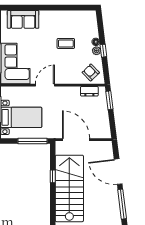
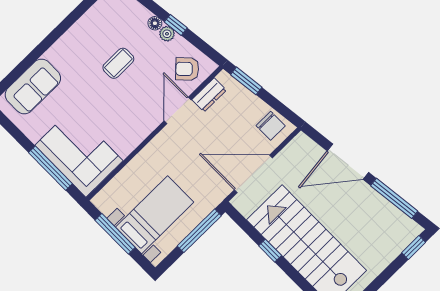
door: (45, 85) -> (178, 110), moved
chair: (102, 127) -> (271, 126), added

